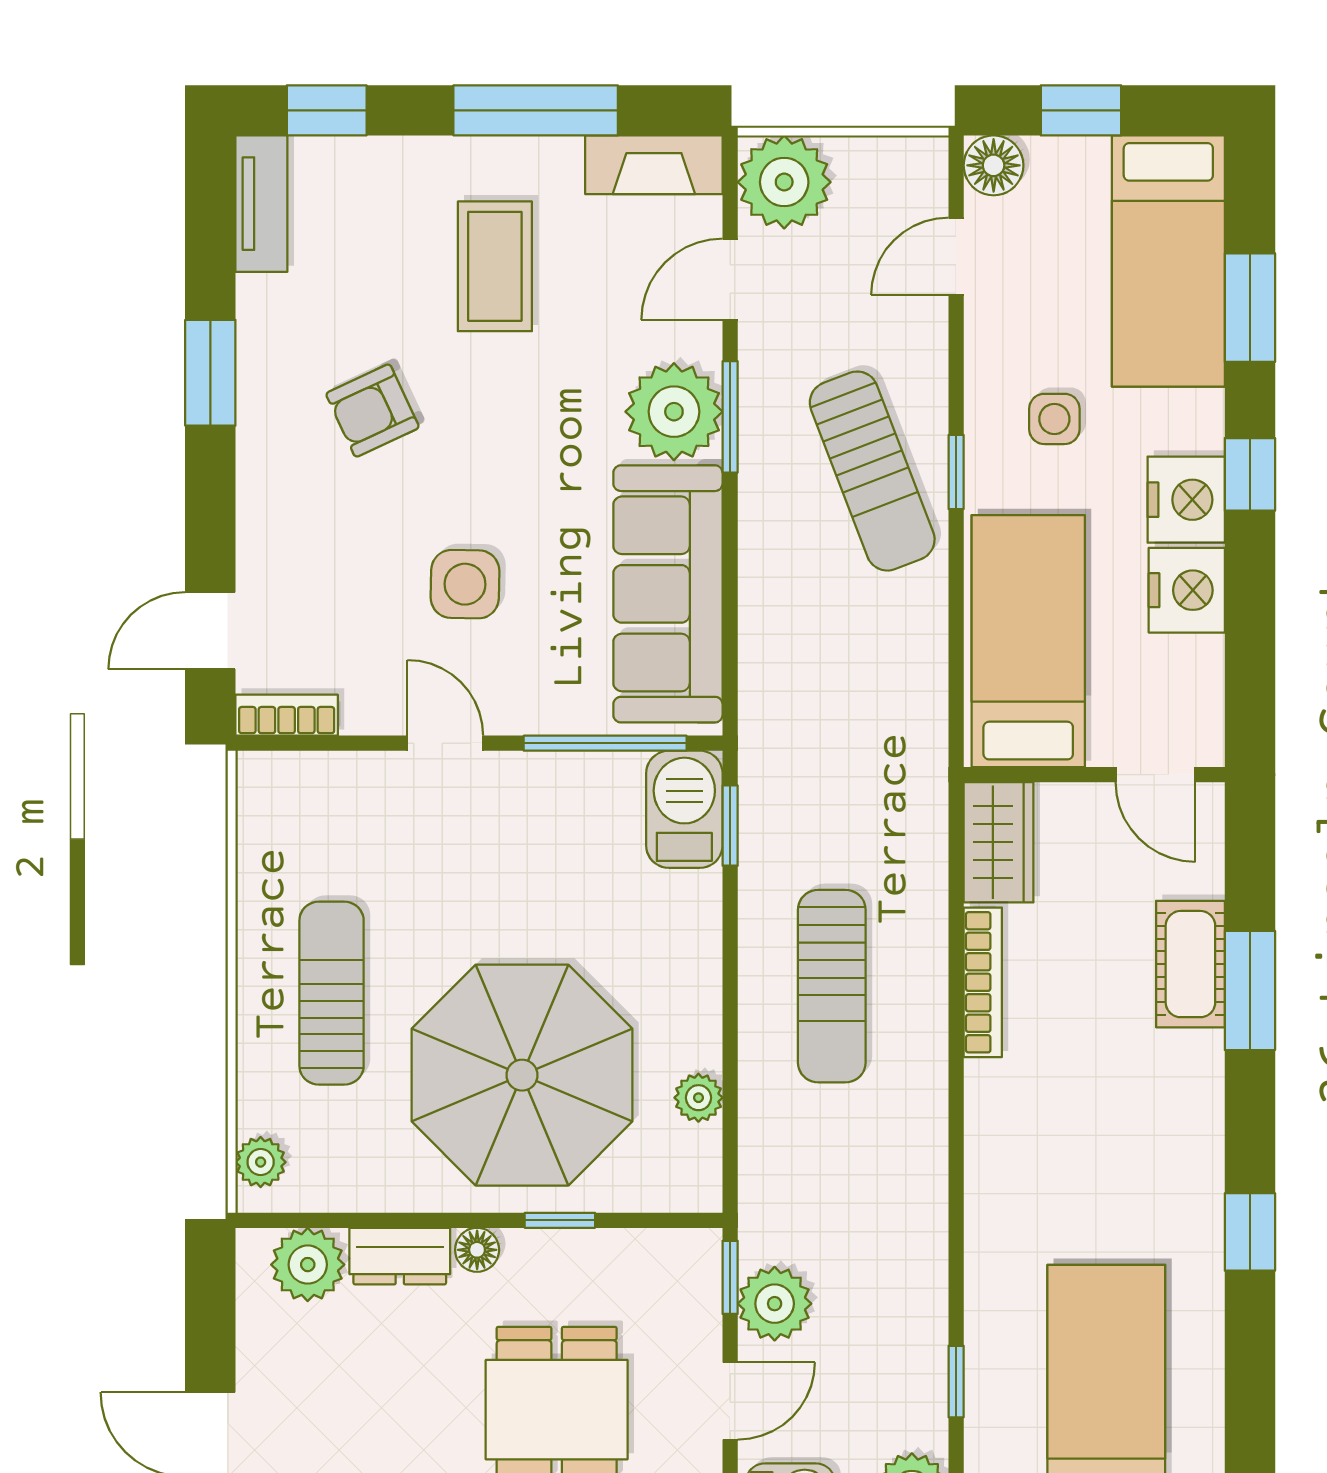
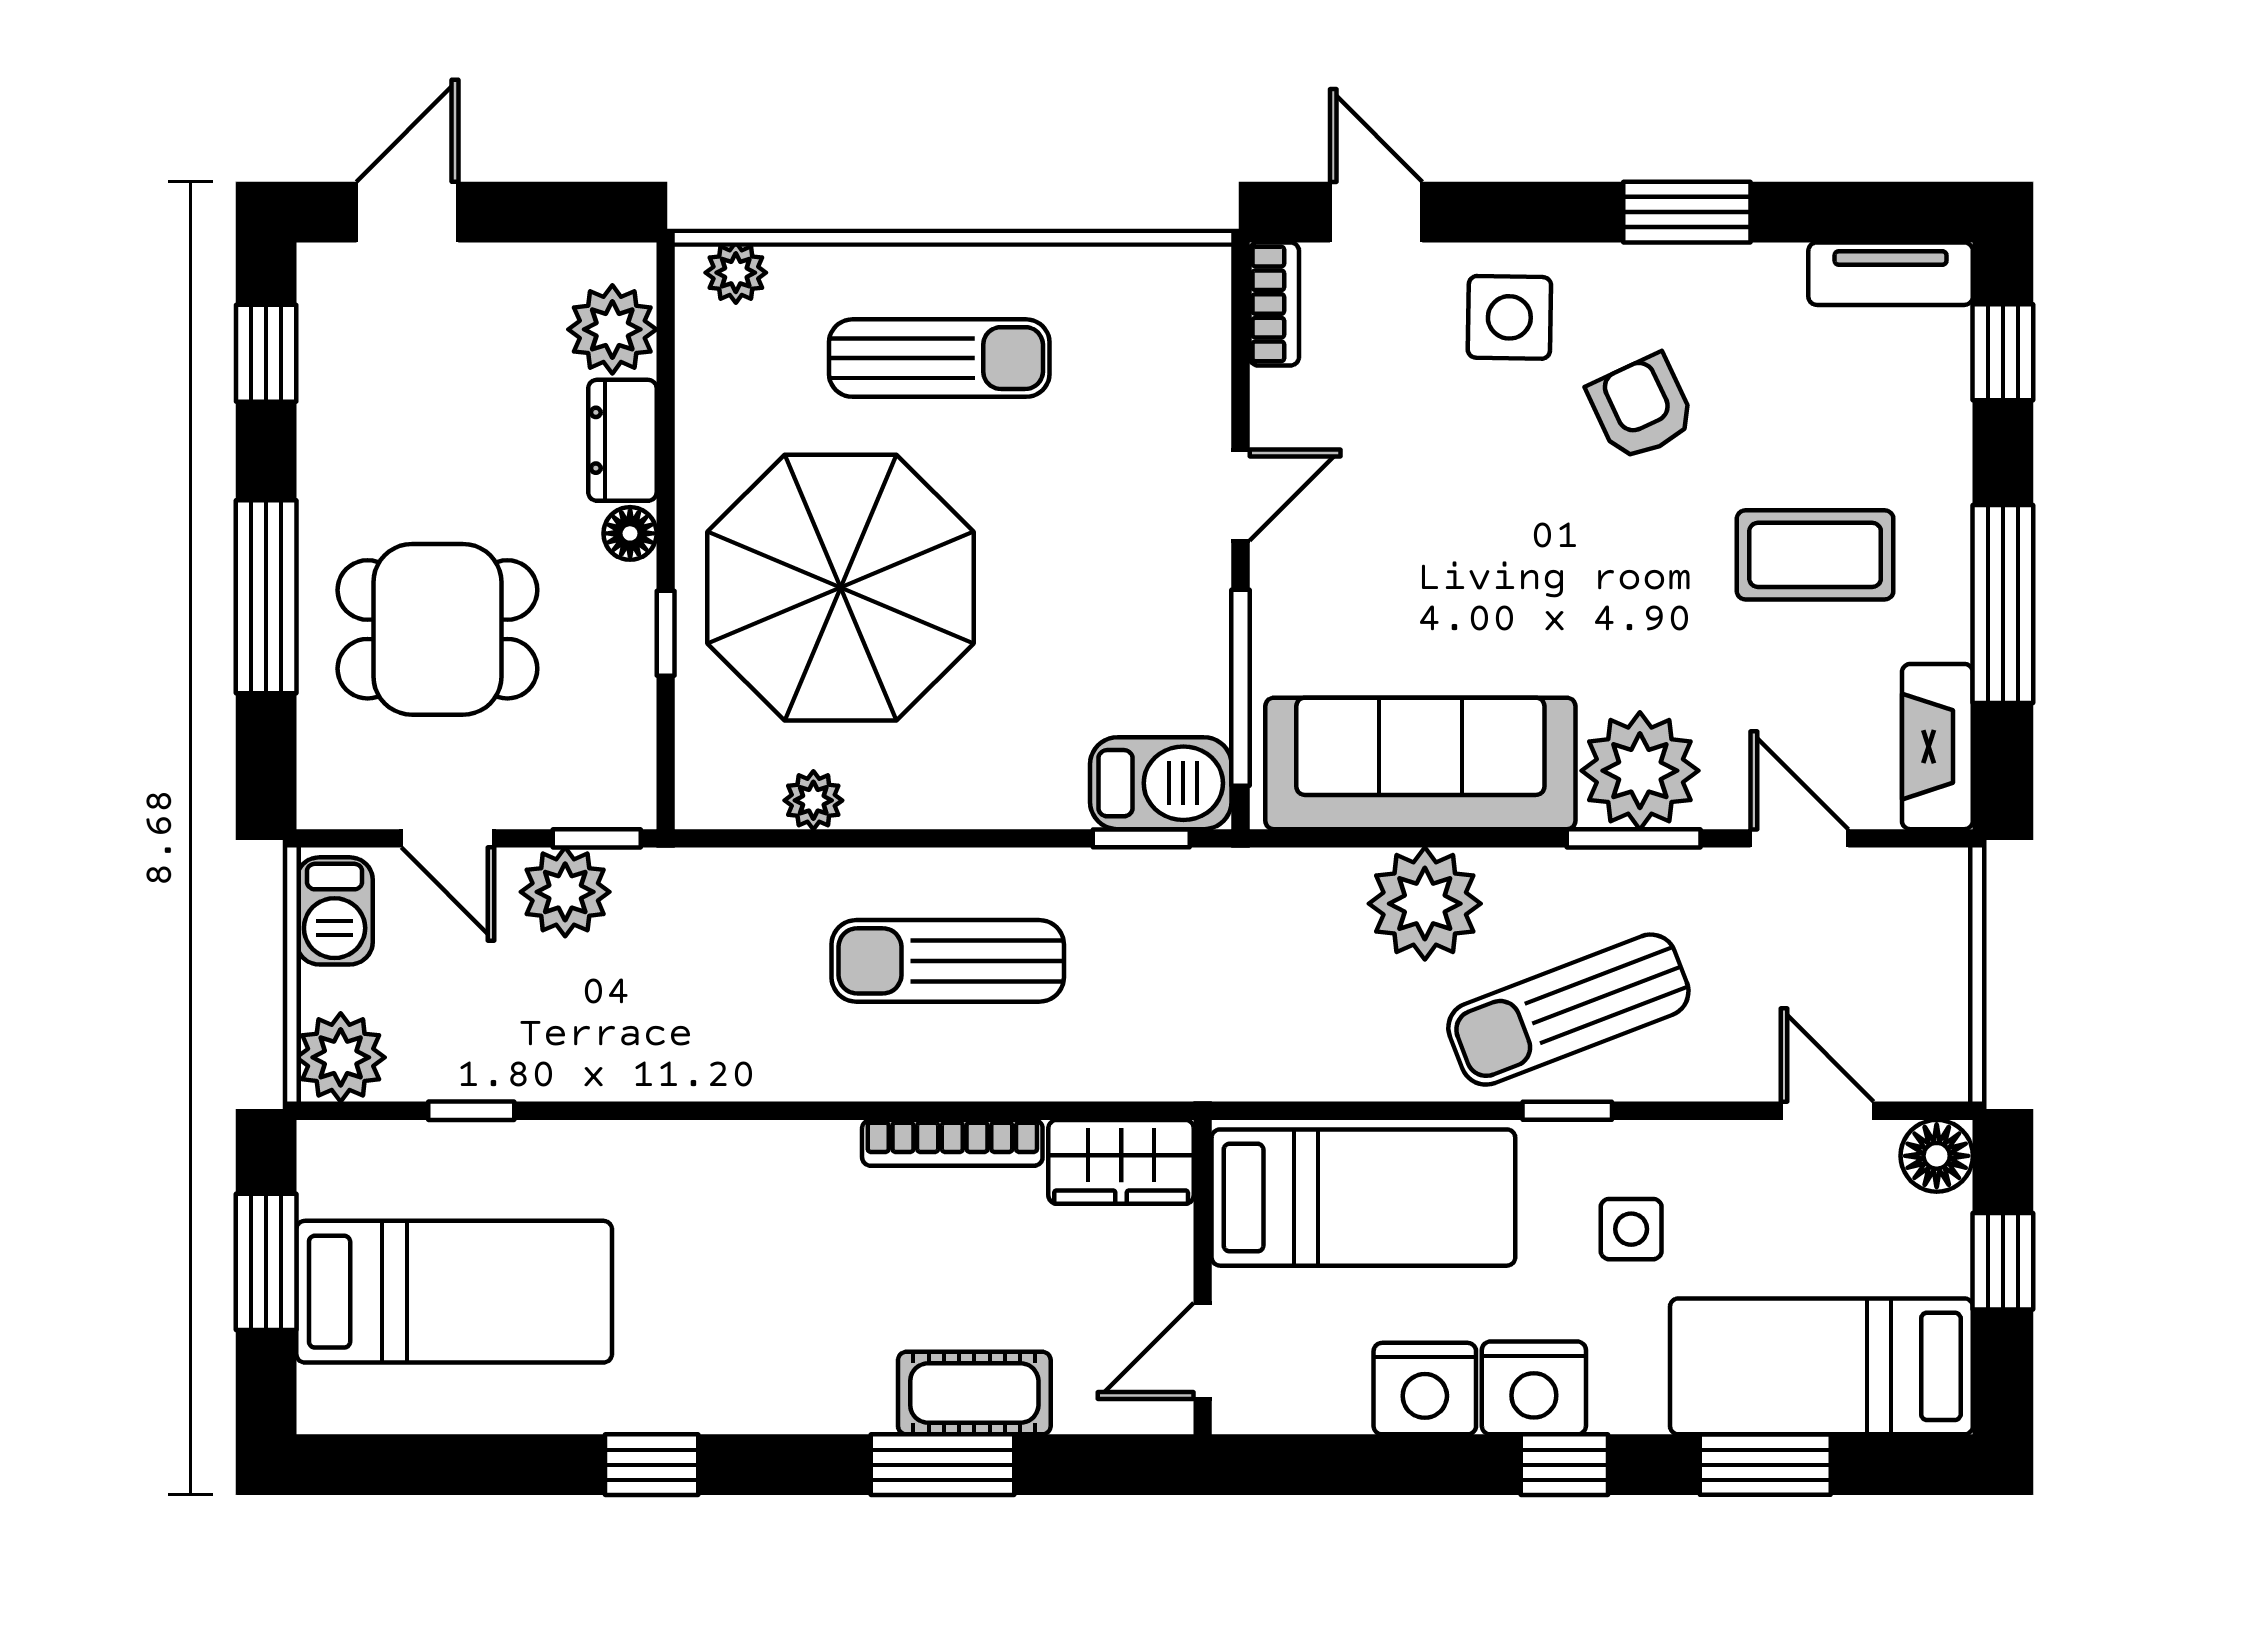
plant: (784, 182) -> (1425, 904), moved
side table: (465, 584) -> (1509, 317), moved

